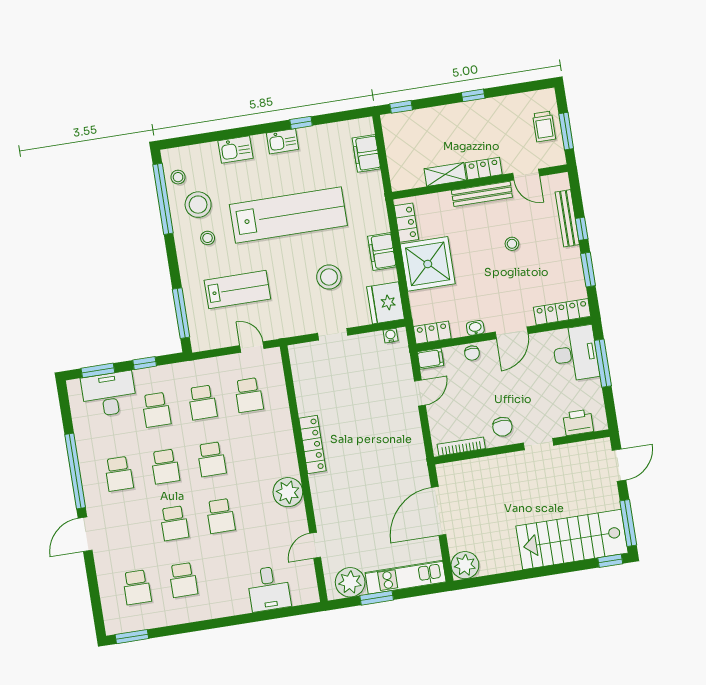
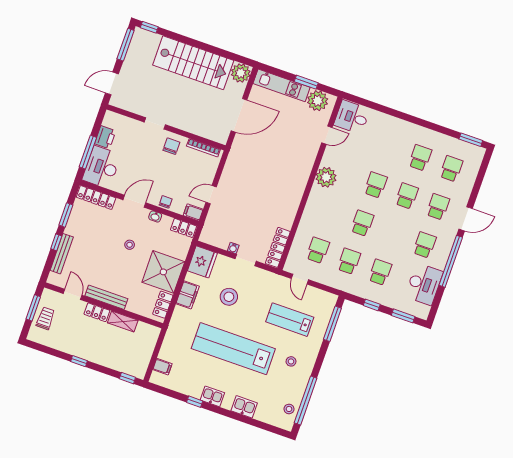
filing cabinet: (366, 153) -> (162, 367), width x0.50
stool: (198, 205) -> (286, 385), removed
stool: (512, 244) -> (130, 245), moved
water cooler: (391, 336) -> (233, 248), moved
desk: (109, 394) -> (424, 284), moved, turned -90
printer: (578, 422) -> (105, 137), moved, turned -90
locker: (312, 444) -> (278, 247), moved
school desk: (165, 466) -> (438, 207), moved
stairs: (572, 540) -> (193, 63), moved
desk: (269, 589) -> (352, 117), moved, turned -90

